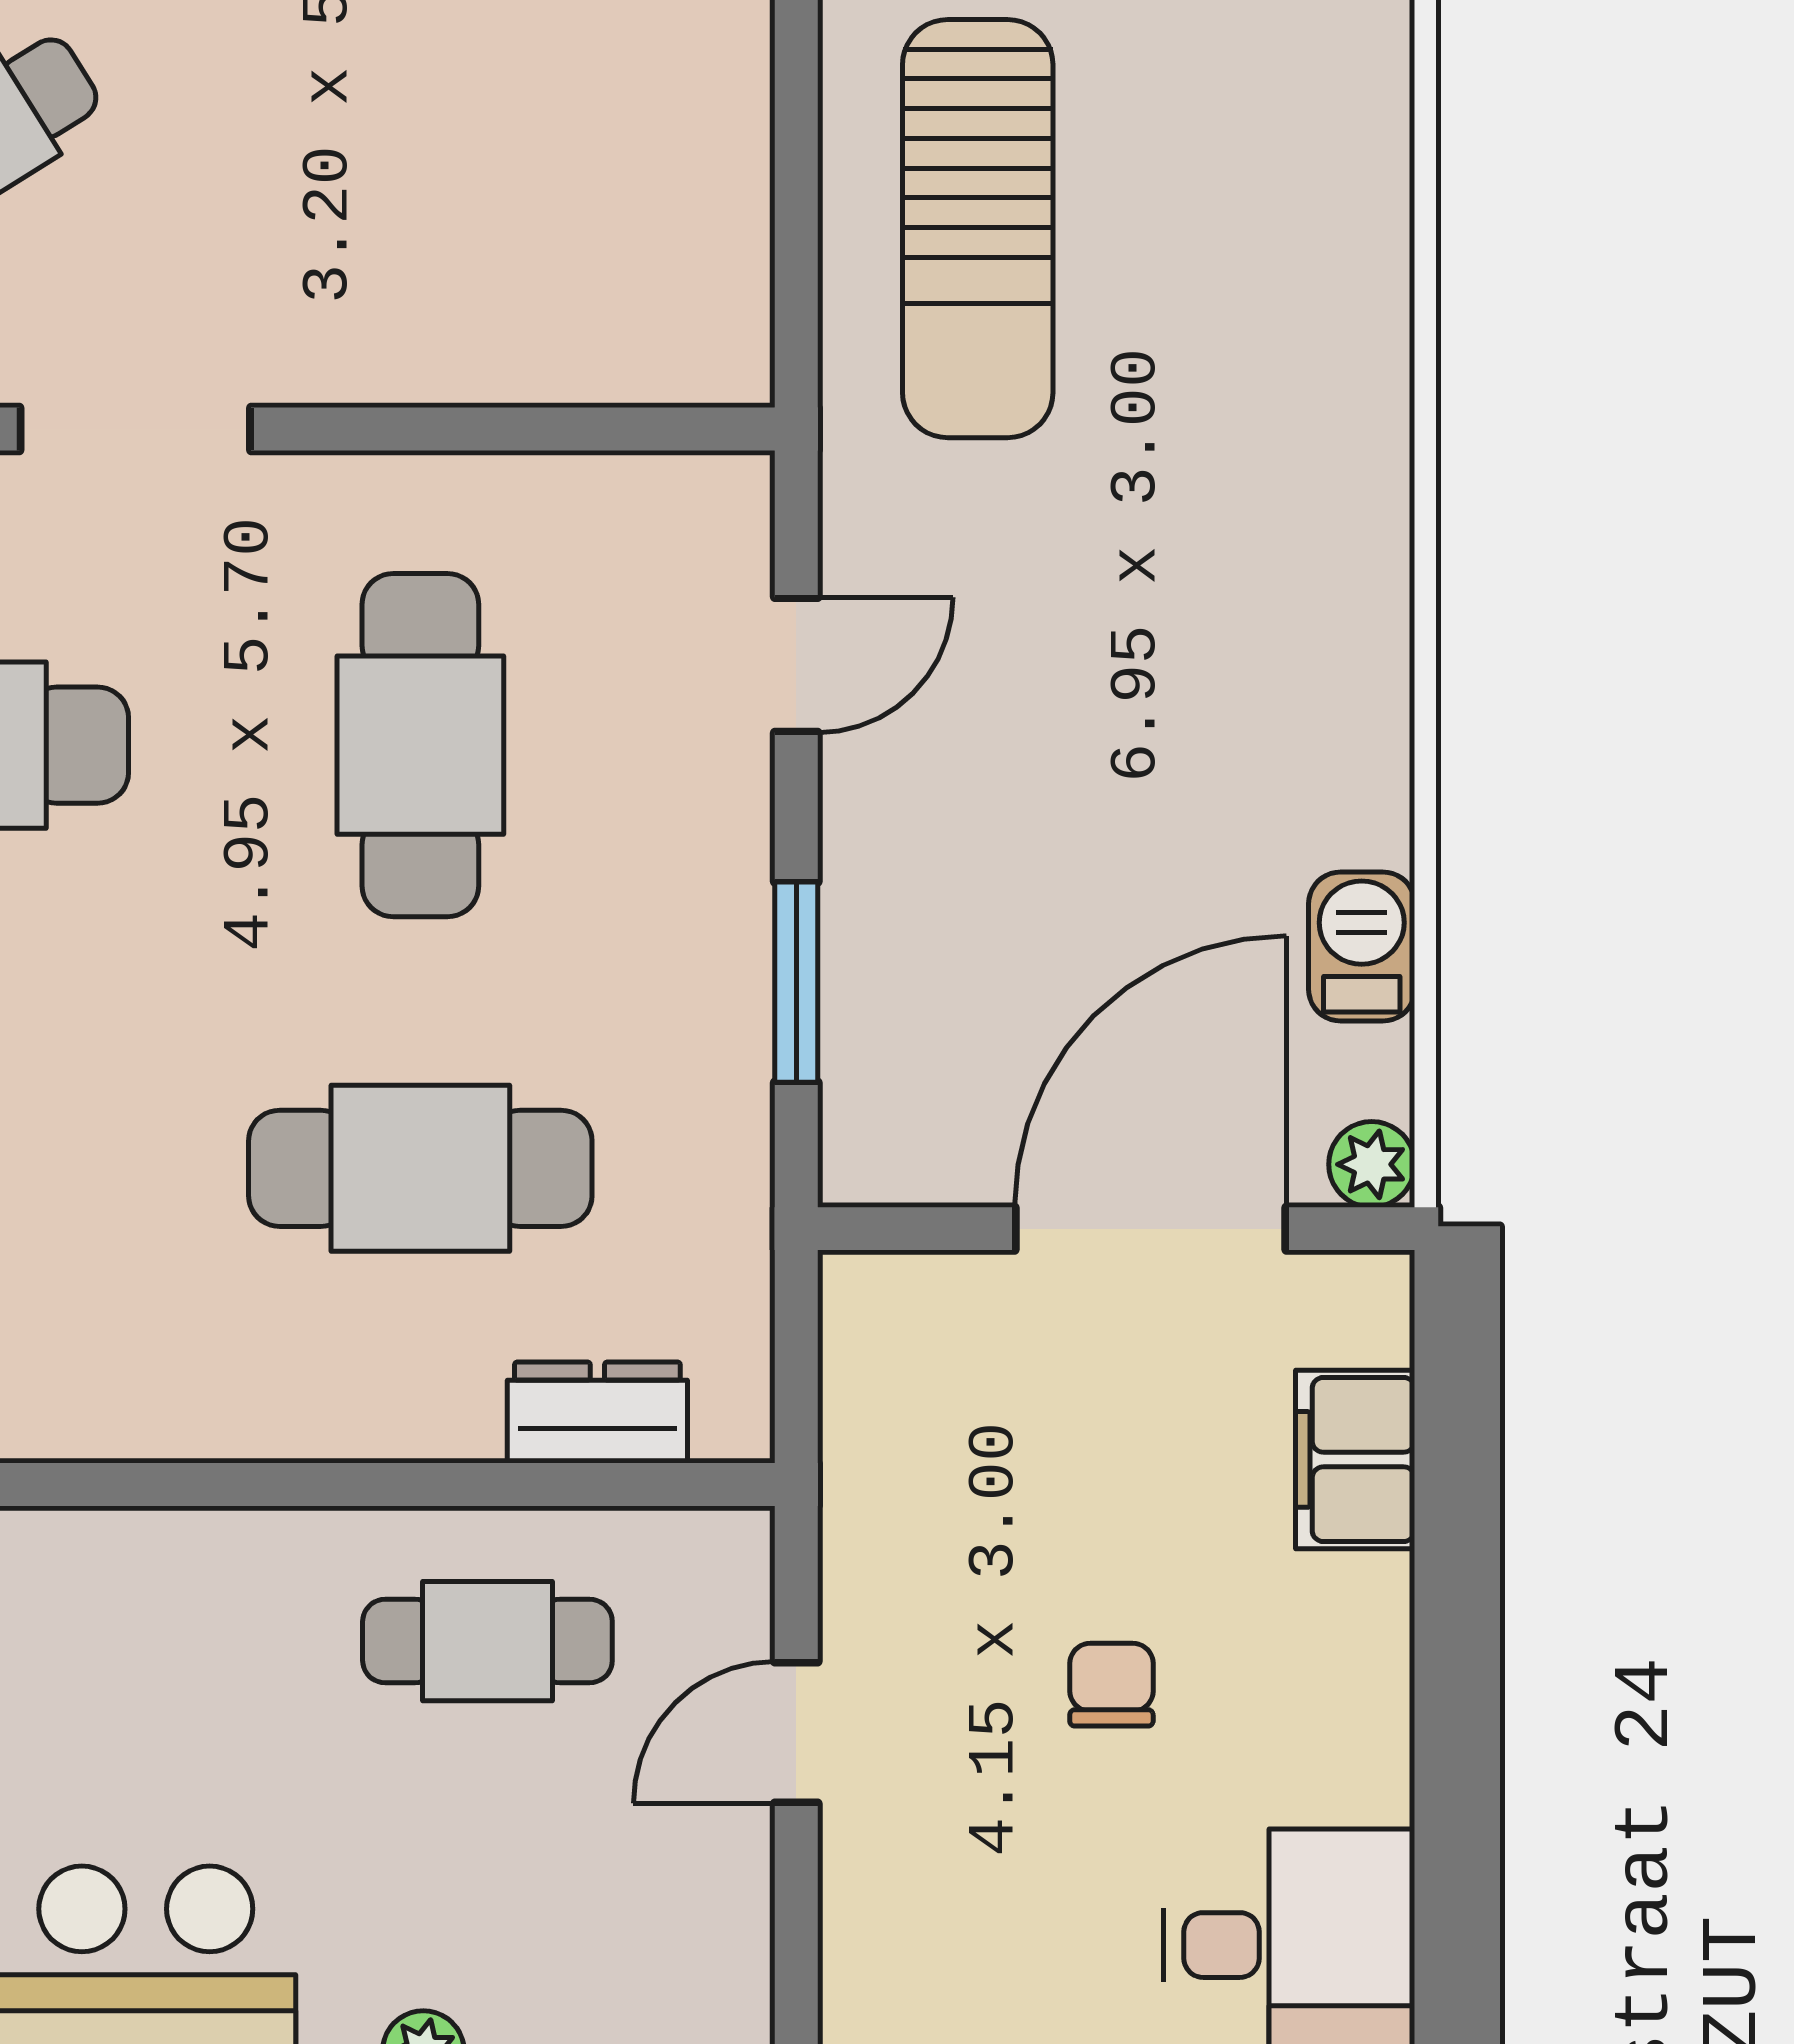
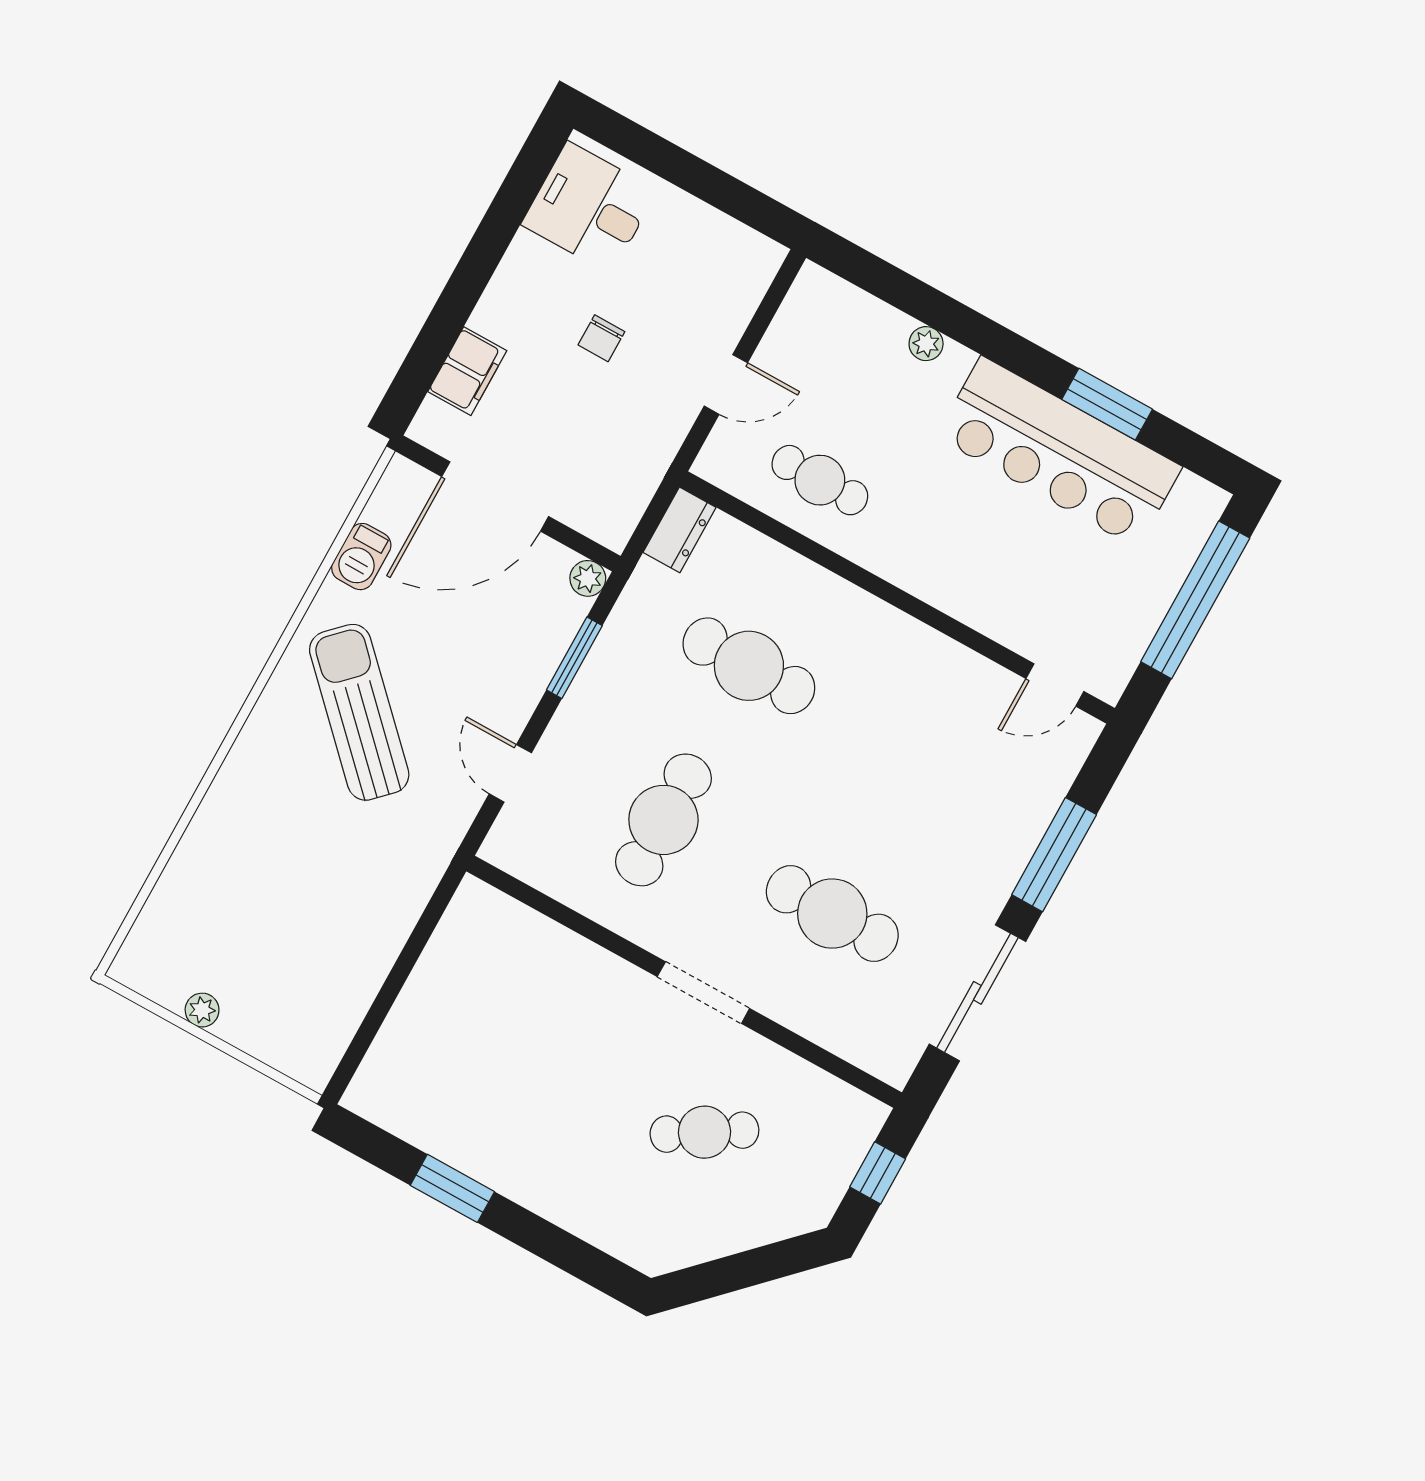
sun lounger: (978, 229) -> (359, 712), moved, turned -45
door: (796, 665) -> (510, 773), hinge flipped
plant: (1372, 1164) -> (588, 578), moved
dresser: (597, 1413) -> (680, 530), moved, turned -90

